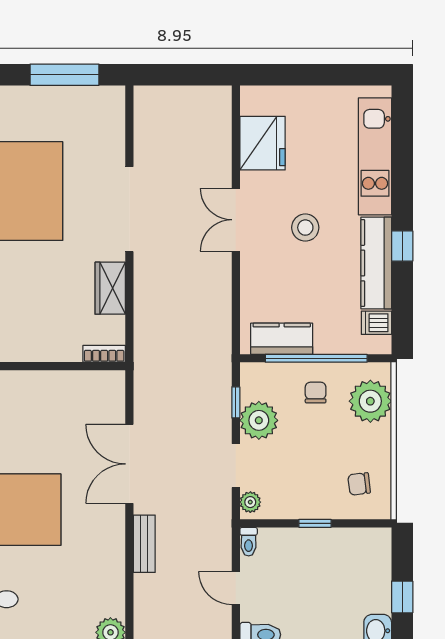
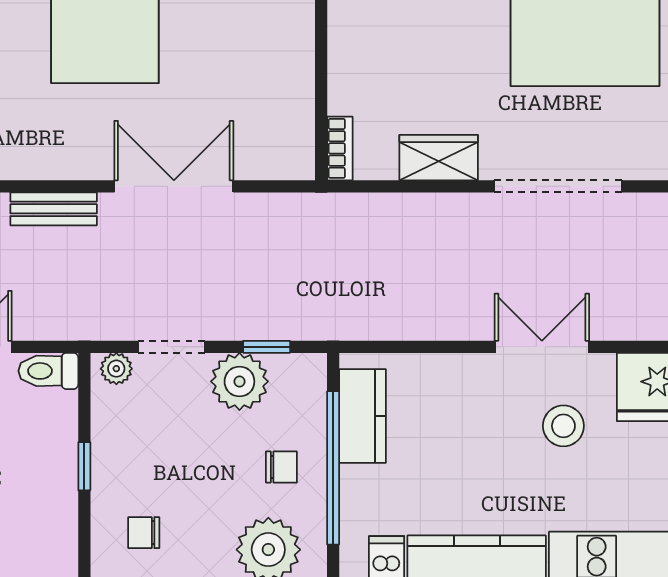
stool: (305, 228) -> (563, 426), moved
chair: (359, 484) -> (144, 533), turned -83
toilet: (249, 542) -> (48, 371), width x1.37, depth x1.39

